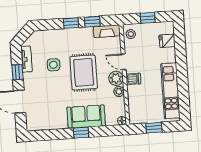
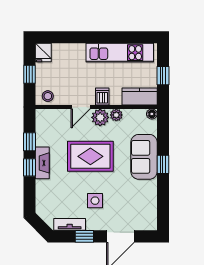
fireplace: (107, 31) -> (42, 163), moved
fridge: (167, 41) -> (43, 53), moved
side table: (53, 65) -> (95, 201), moved
kitchen counter: (136, 110) -> (140, 96), added

